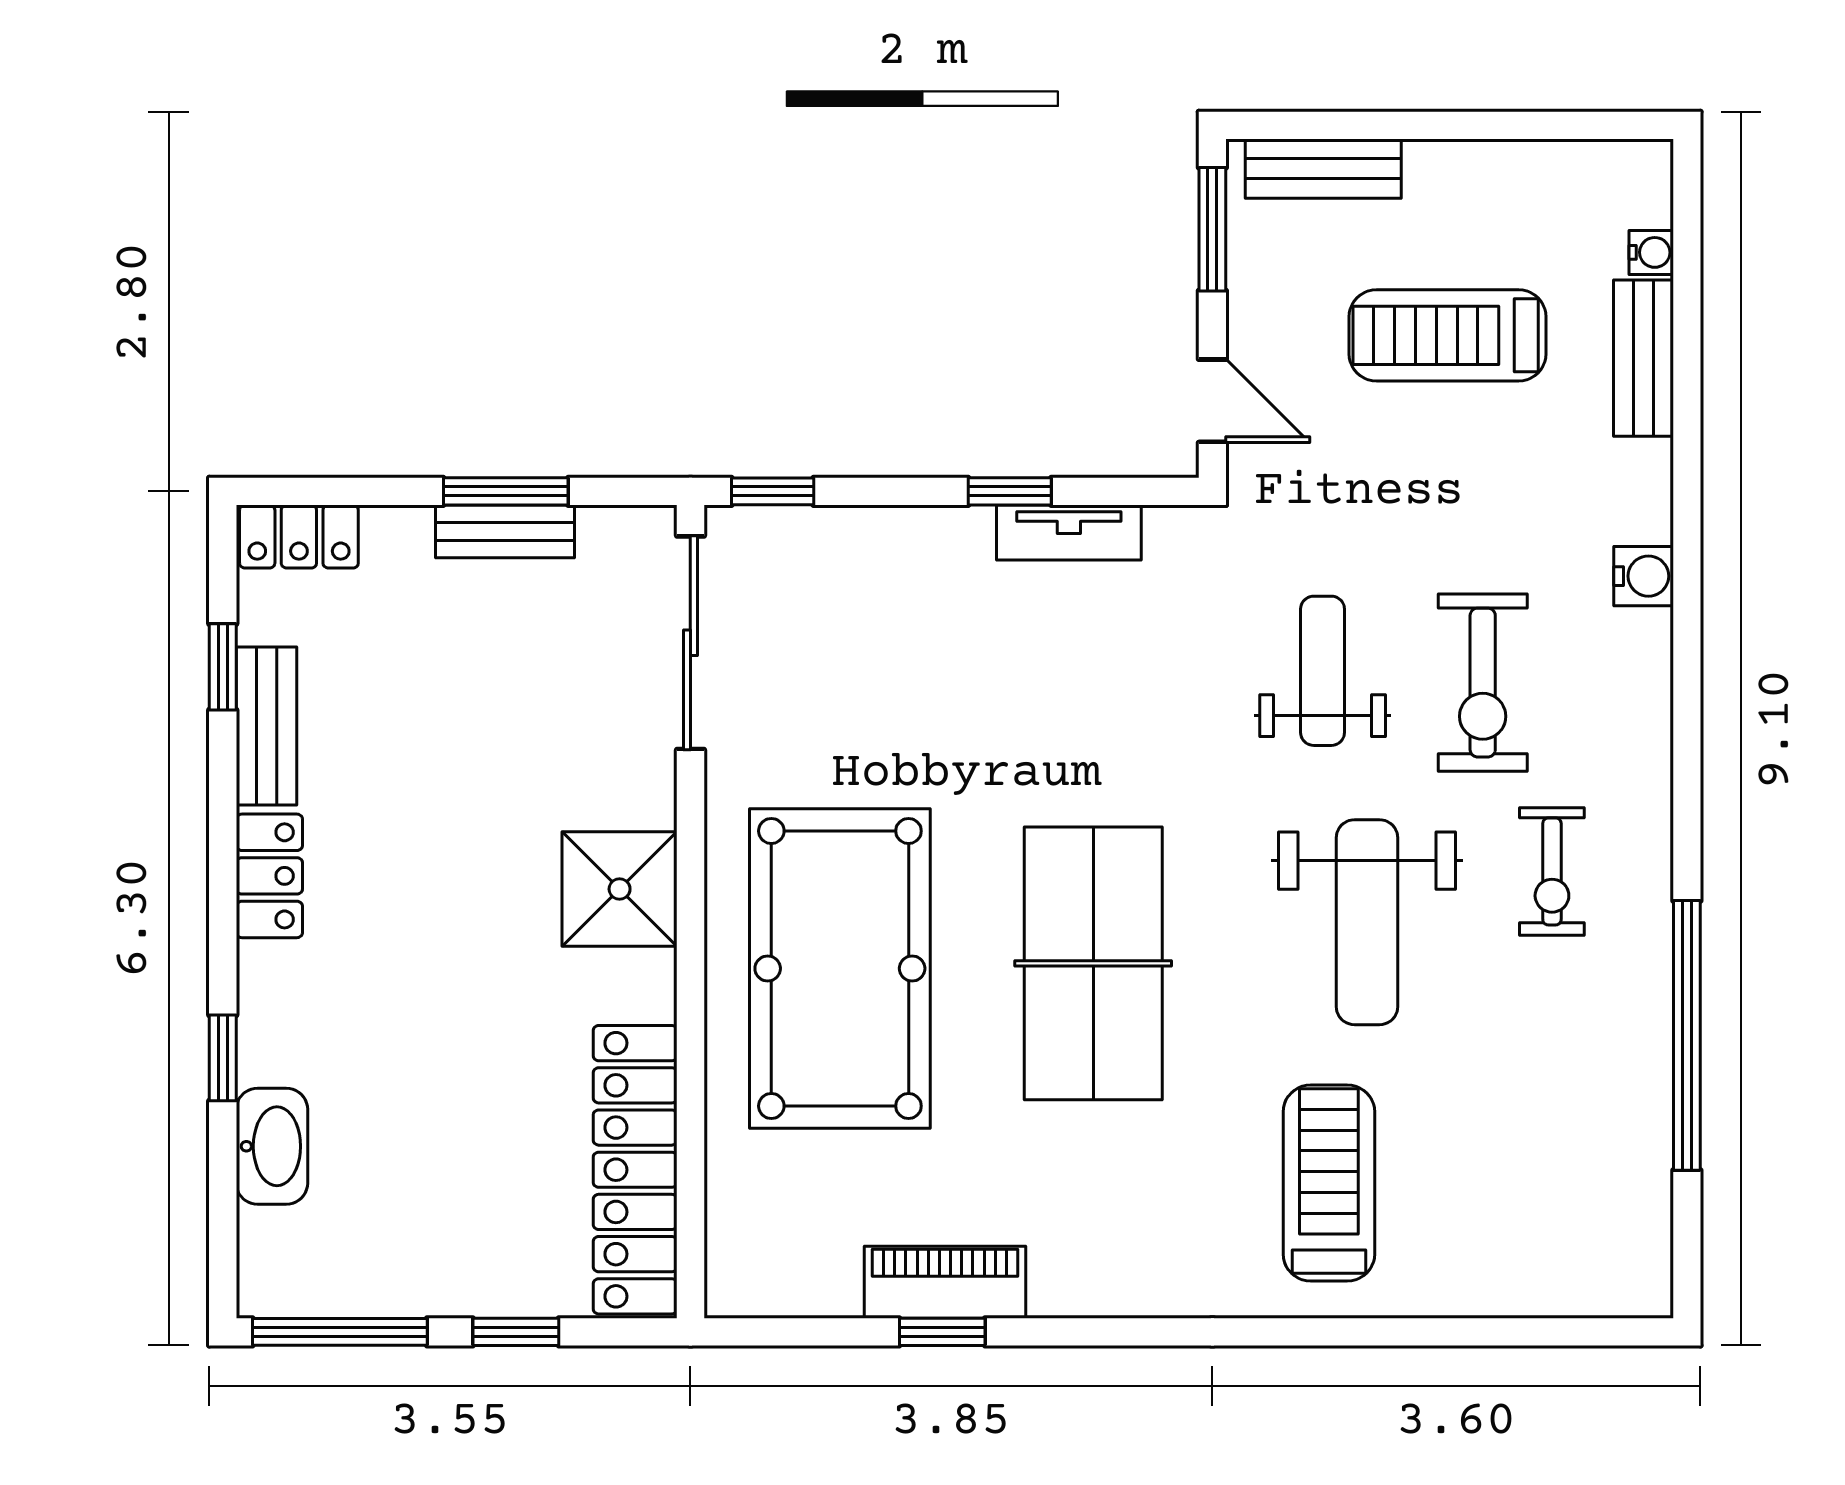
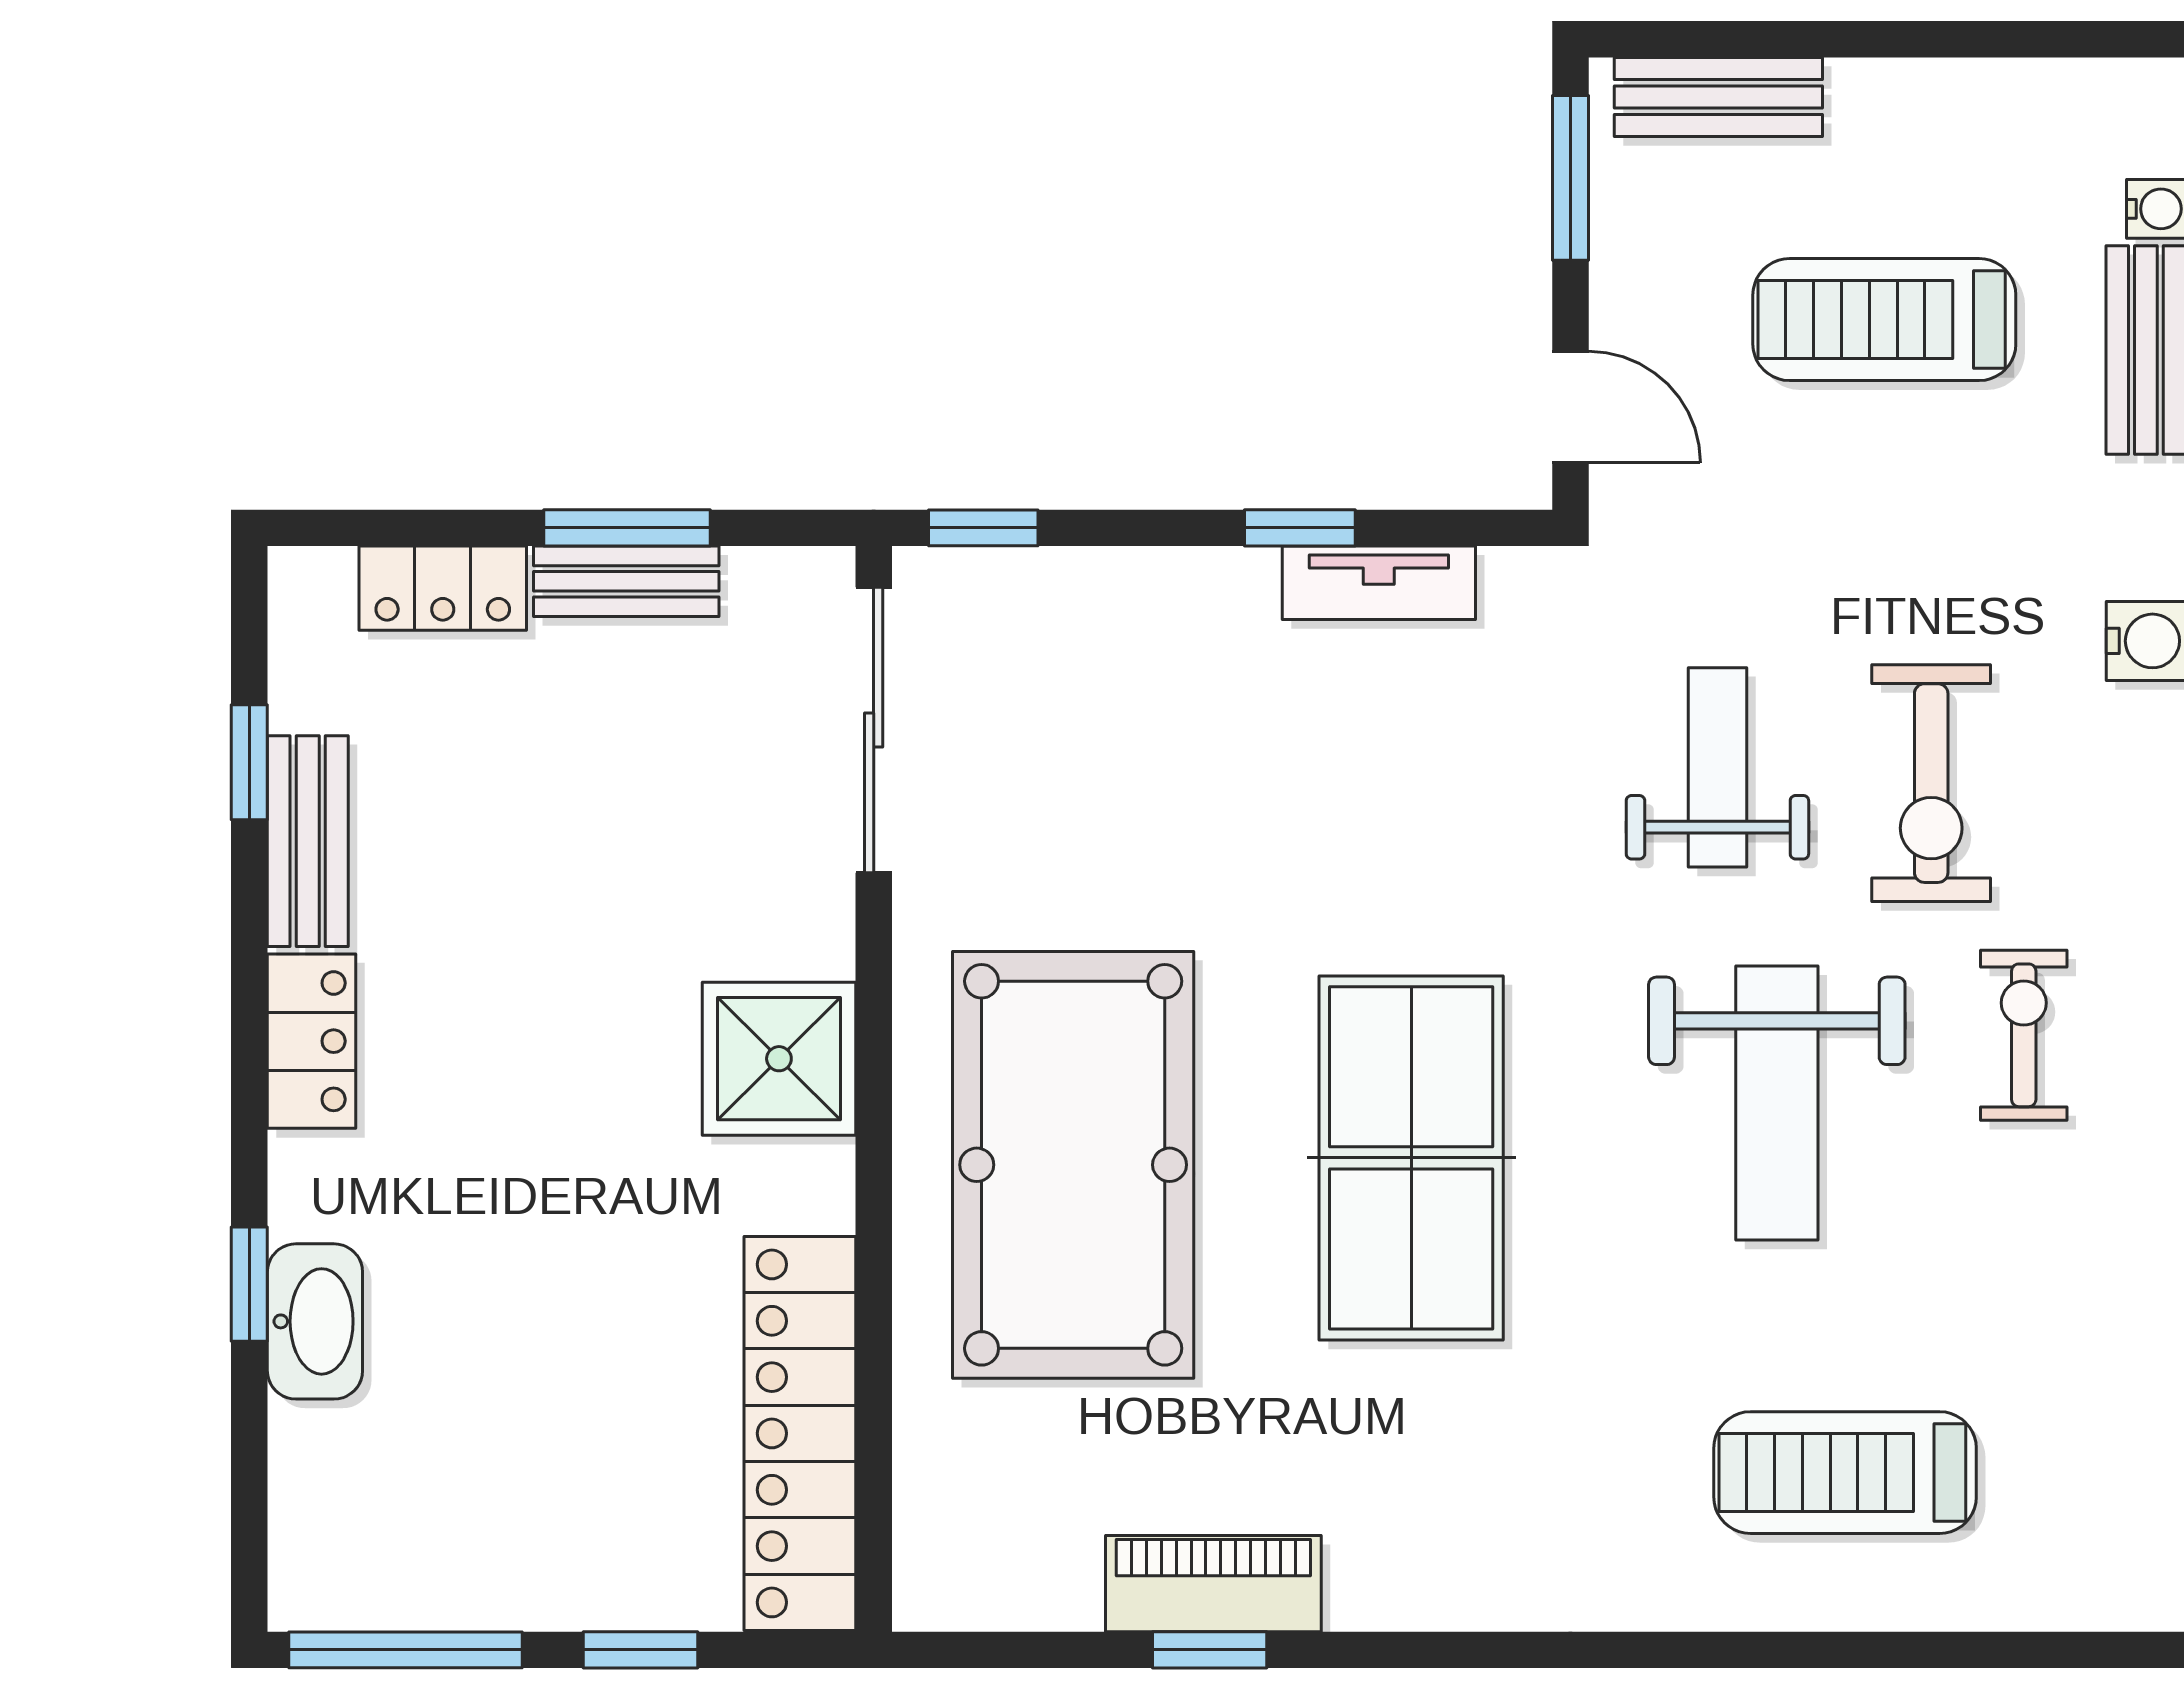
locker: (299, 537) -> (443, 588), moved
exercise bike: (1552, 871) -> (2024, 1035), turned 180
washbasin: (272, 1146) -> (315, 1321), moved
treadmill: (1329, 1183) -> (1845, 1473), moved, turned -90

